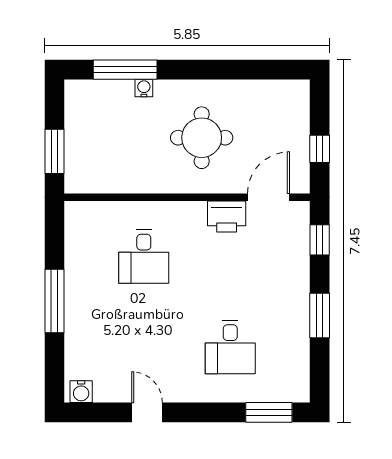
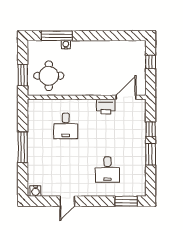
round table: (202, 138) -> (49, 76), moved
window: (320, 149) -> (151, 62), moved
window: (320, 240) -> (151, 129), moved
door: (147, 412) -> (67, 201), swing flipped

